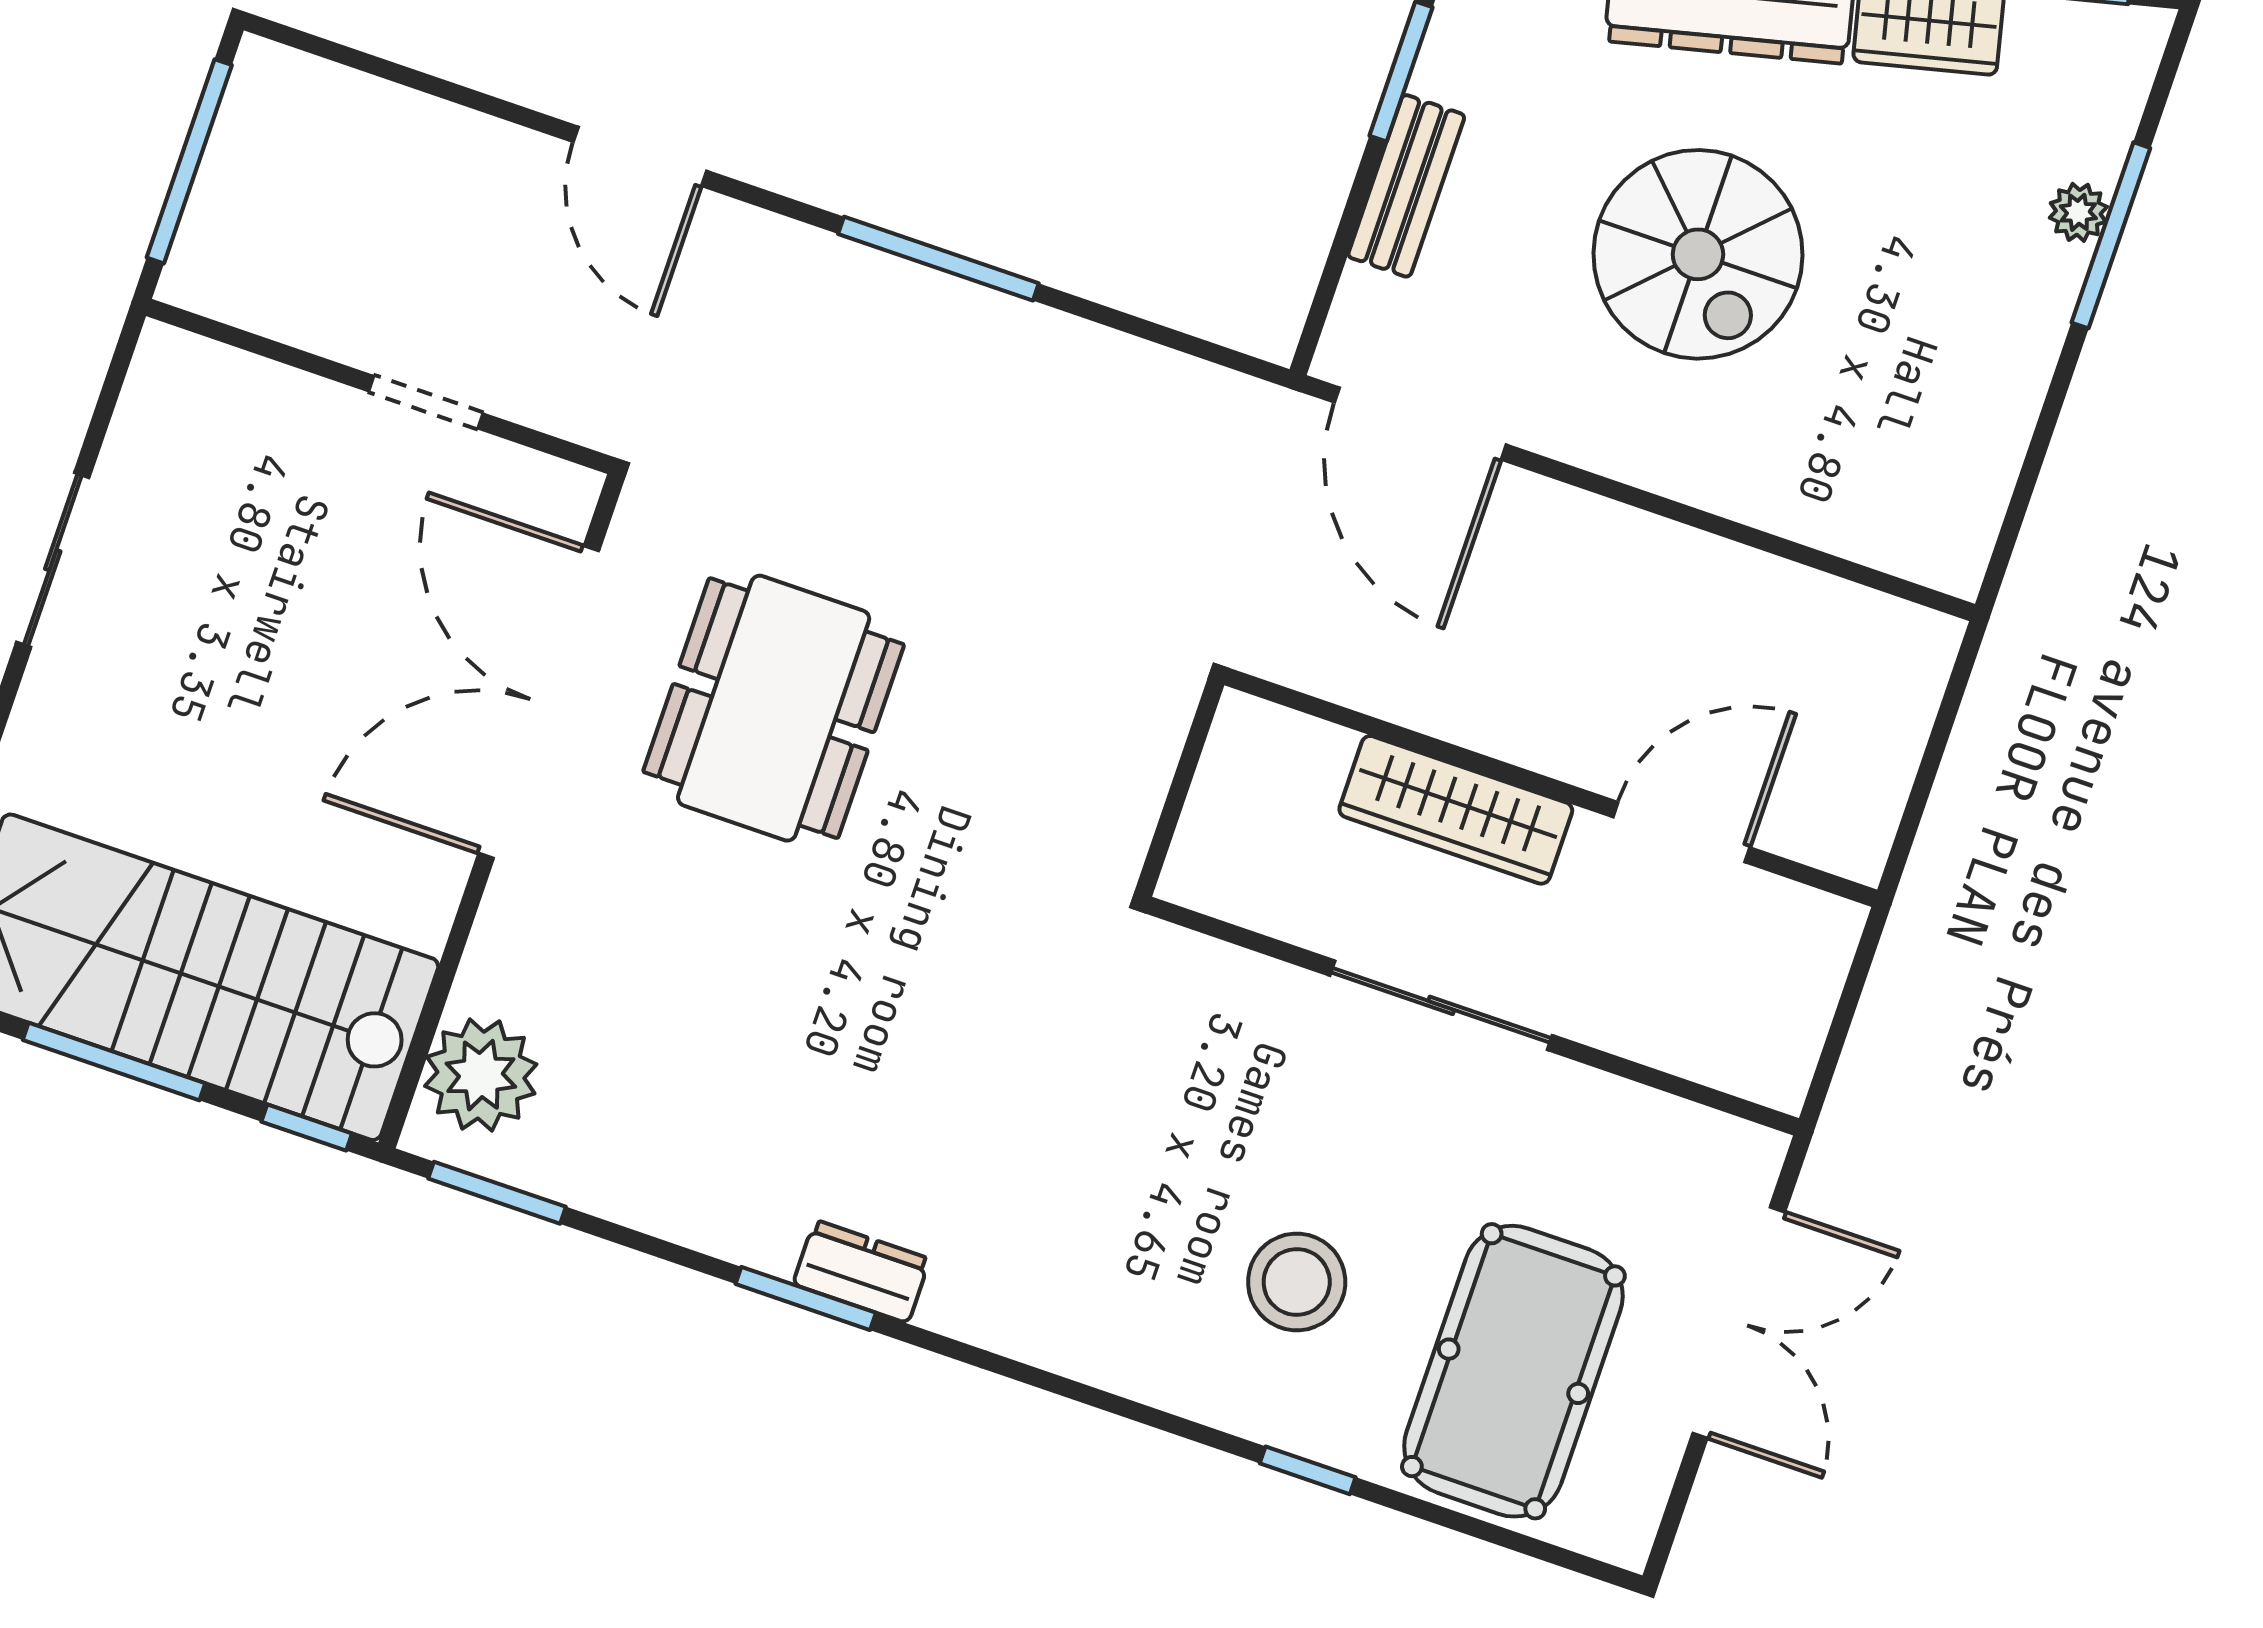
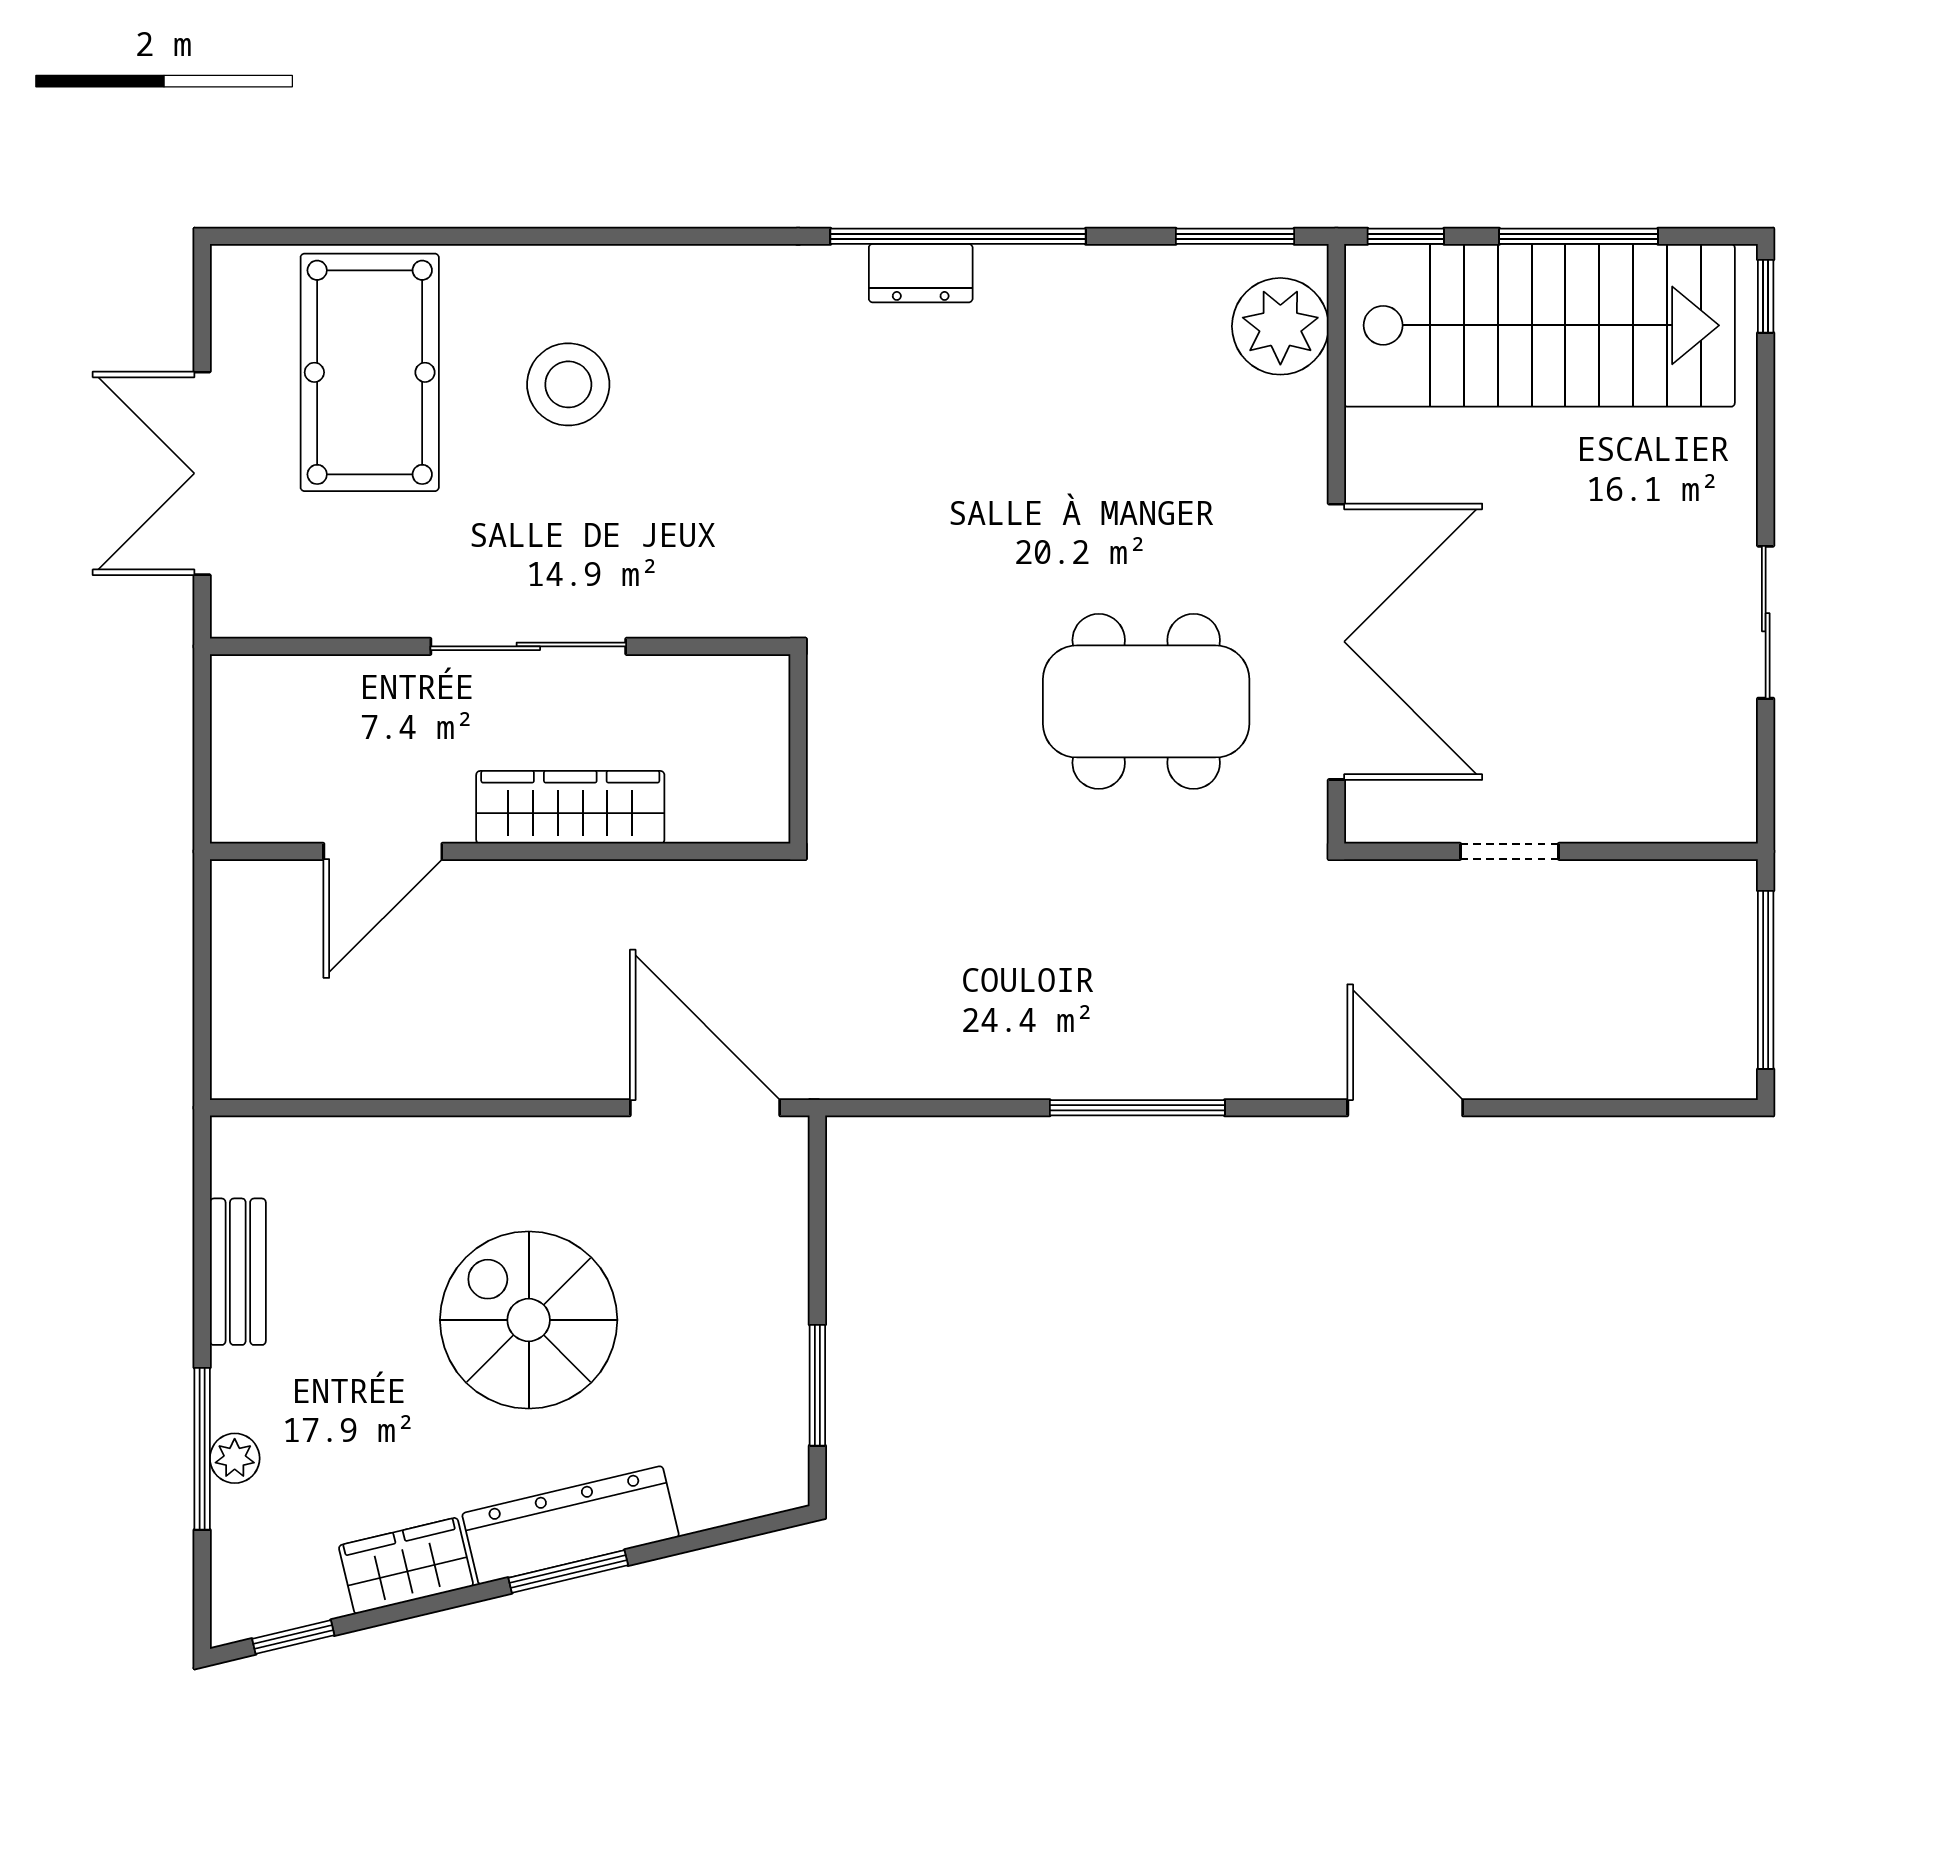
bench: (1406, 186) -> (238, 1272), moved
dining table: (774, 708) -> (1146, 701), turned 90
window: (806, 1298) -> (958, 236), width x2.11
window: (1308, 1470) -> (508, 236), removed

